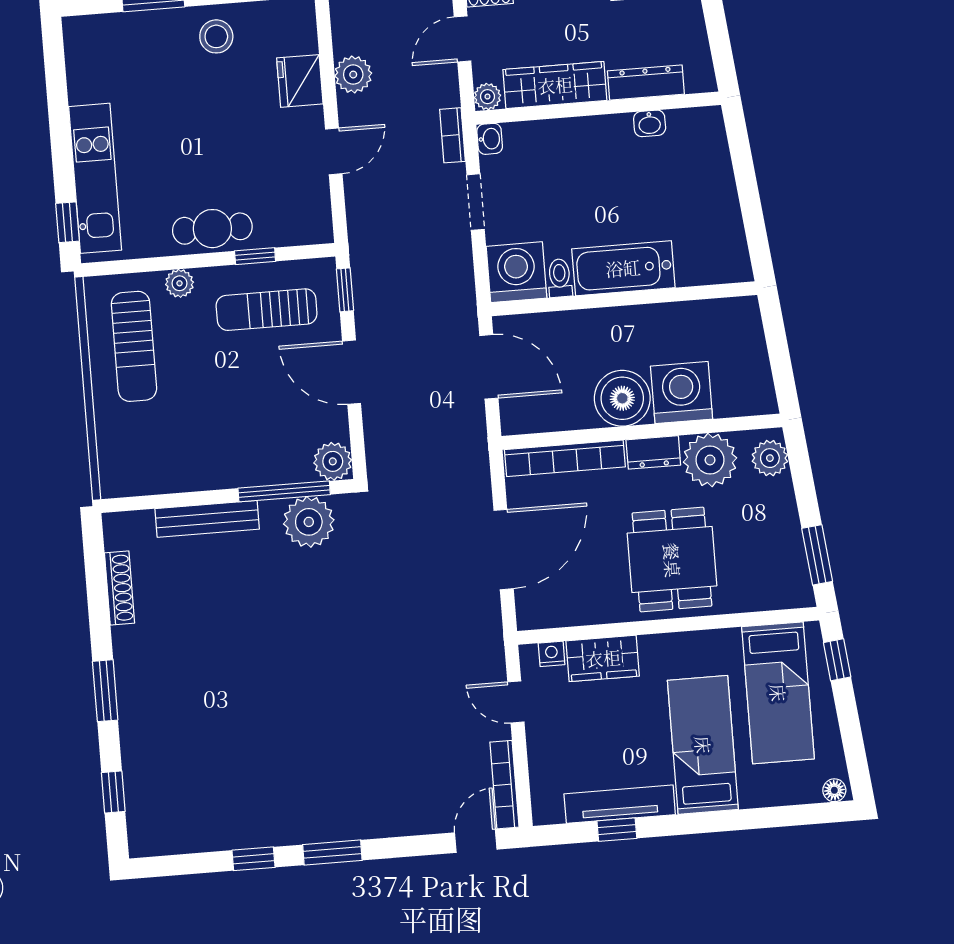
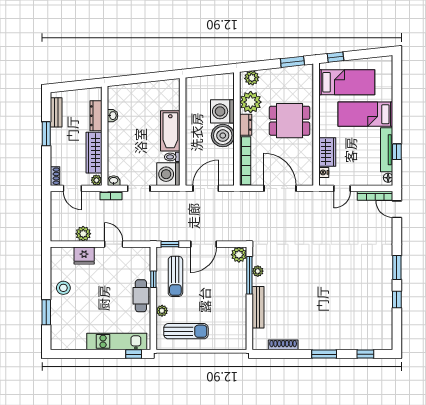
plant: (309, 522) -> (258, 271), width x0.53, depth x0.53
floor lamp: (834, 790) -> (388, 178), moved

